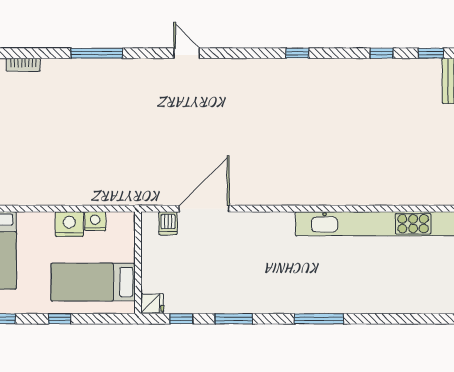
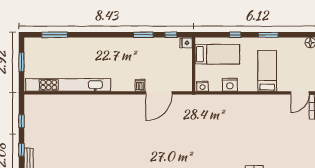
nightstand: (95, 221) -> (202, 86), moved
dishwasher: (168, 223) -> (140, 85), moved
window: (319, 319) -> (55, 35), moved

